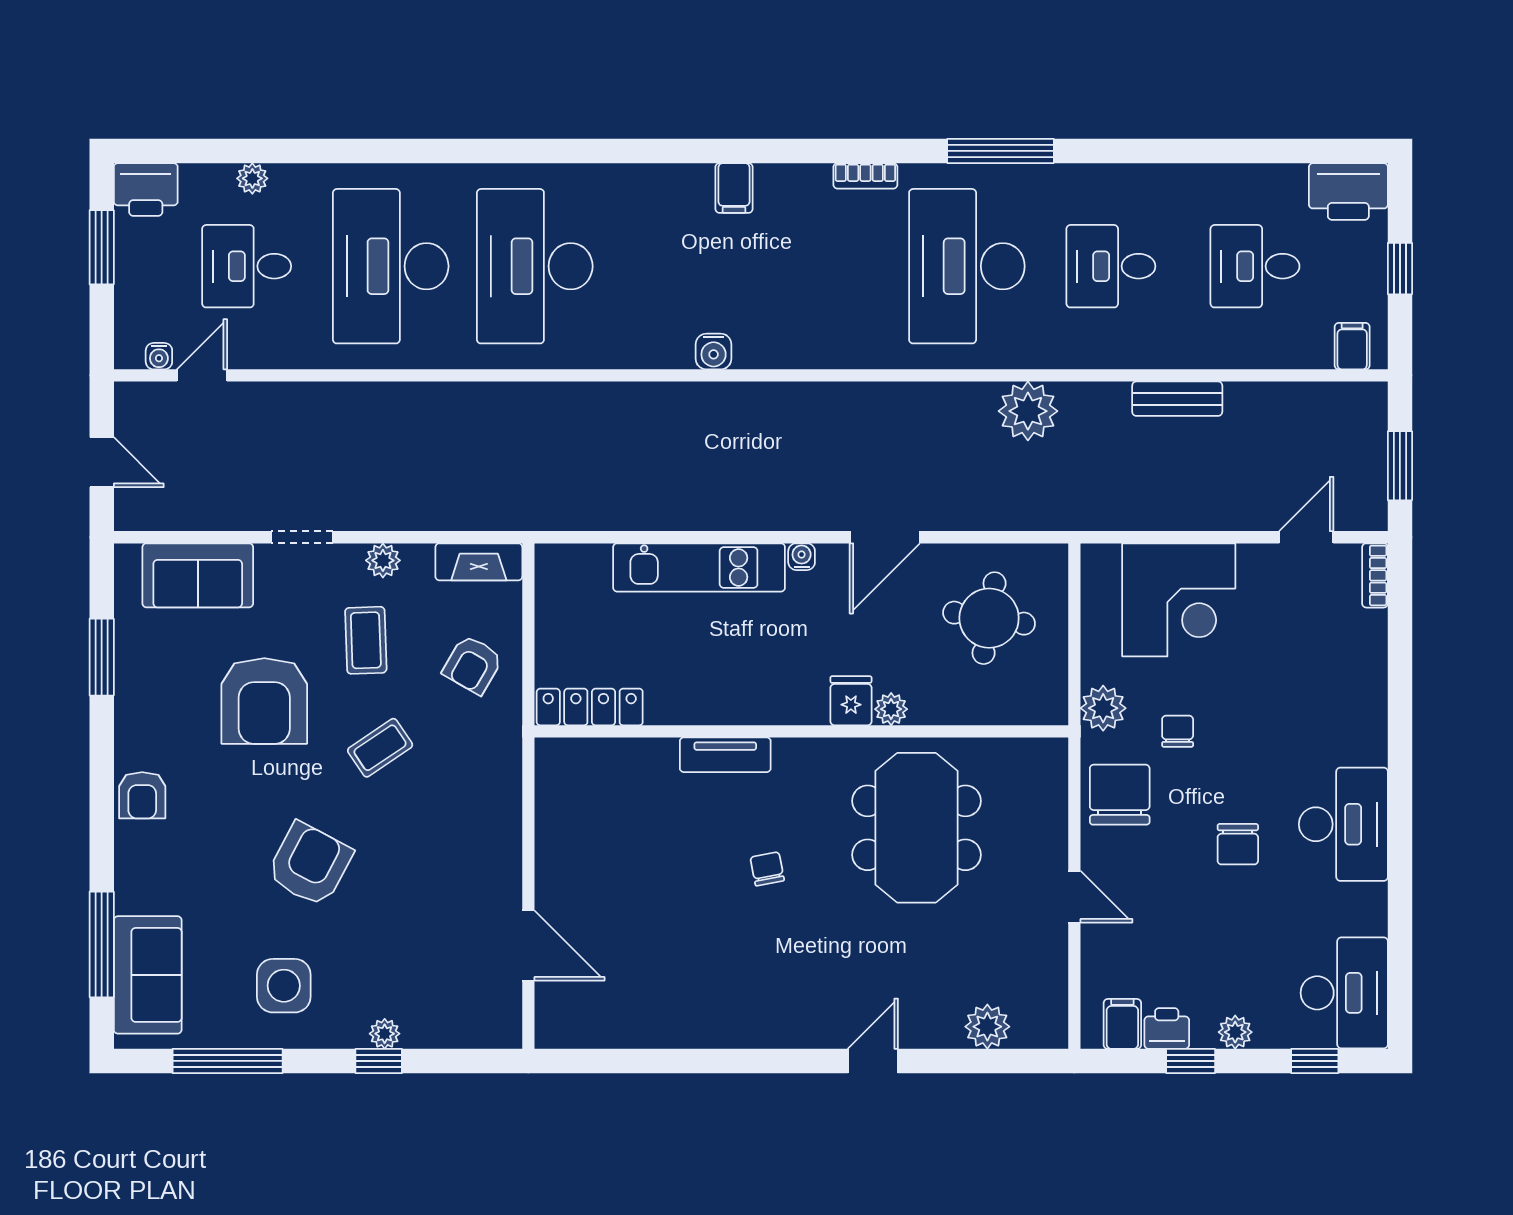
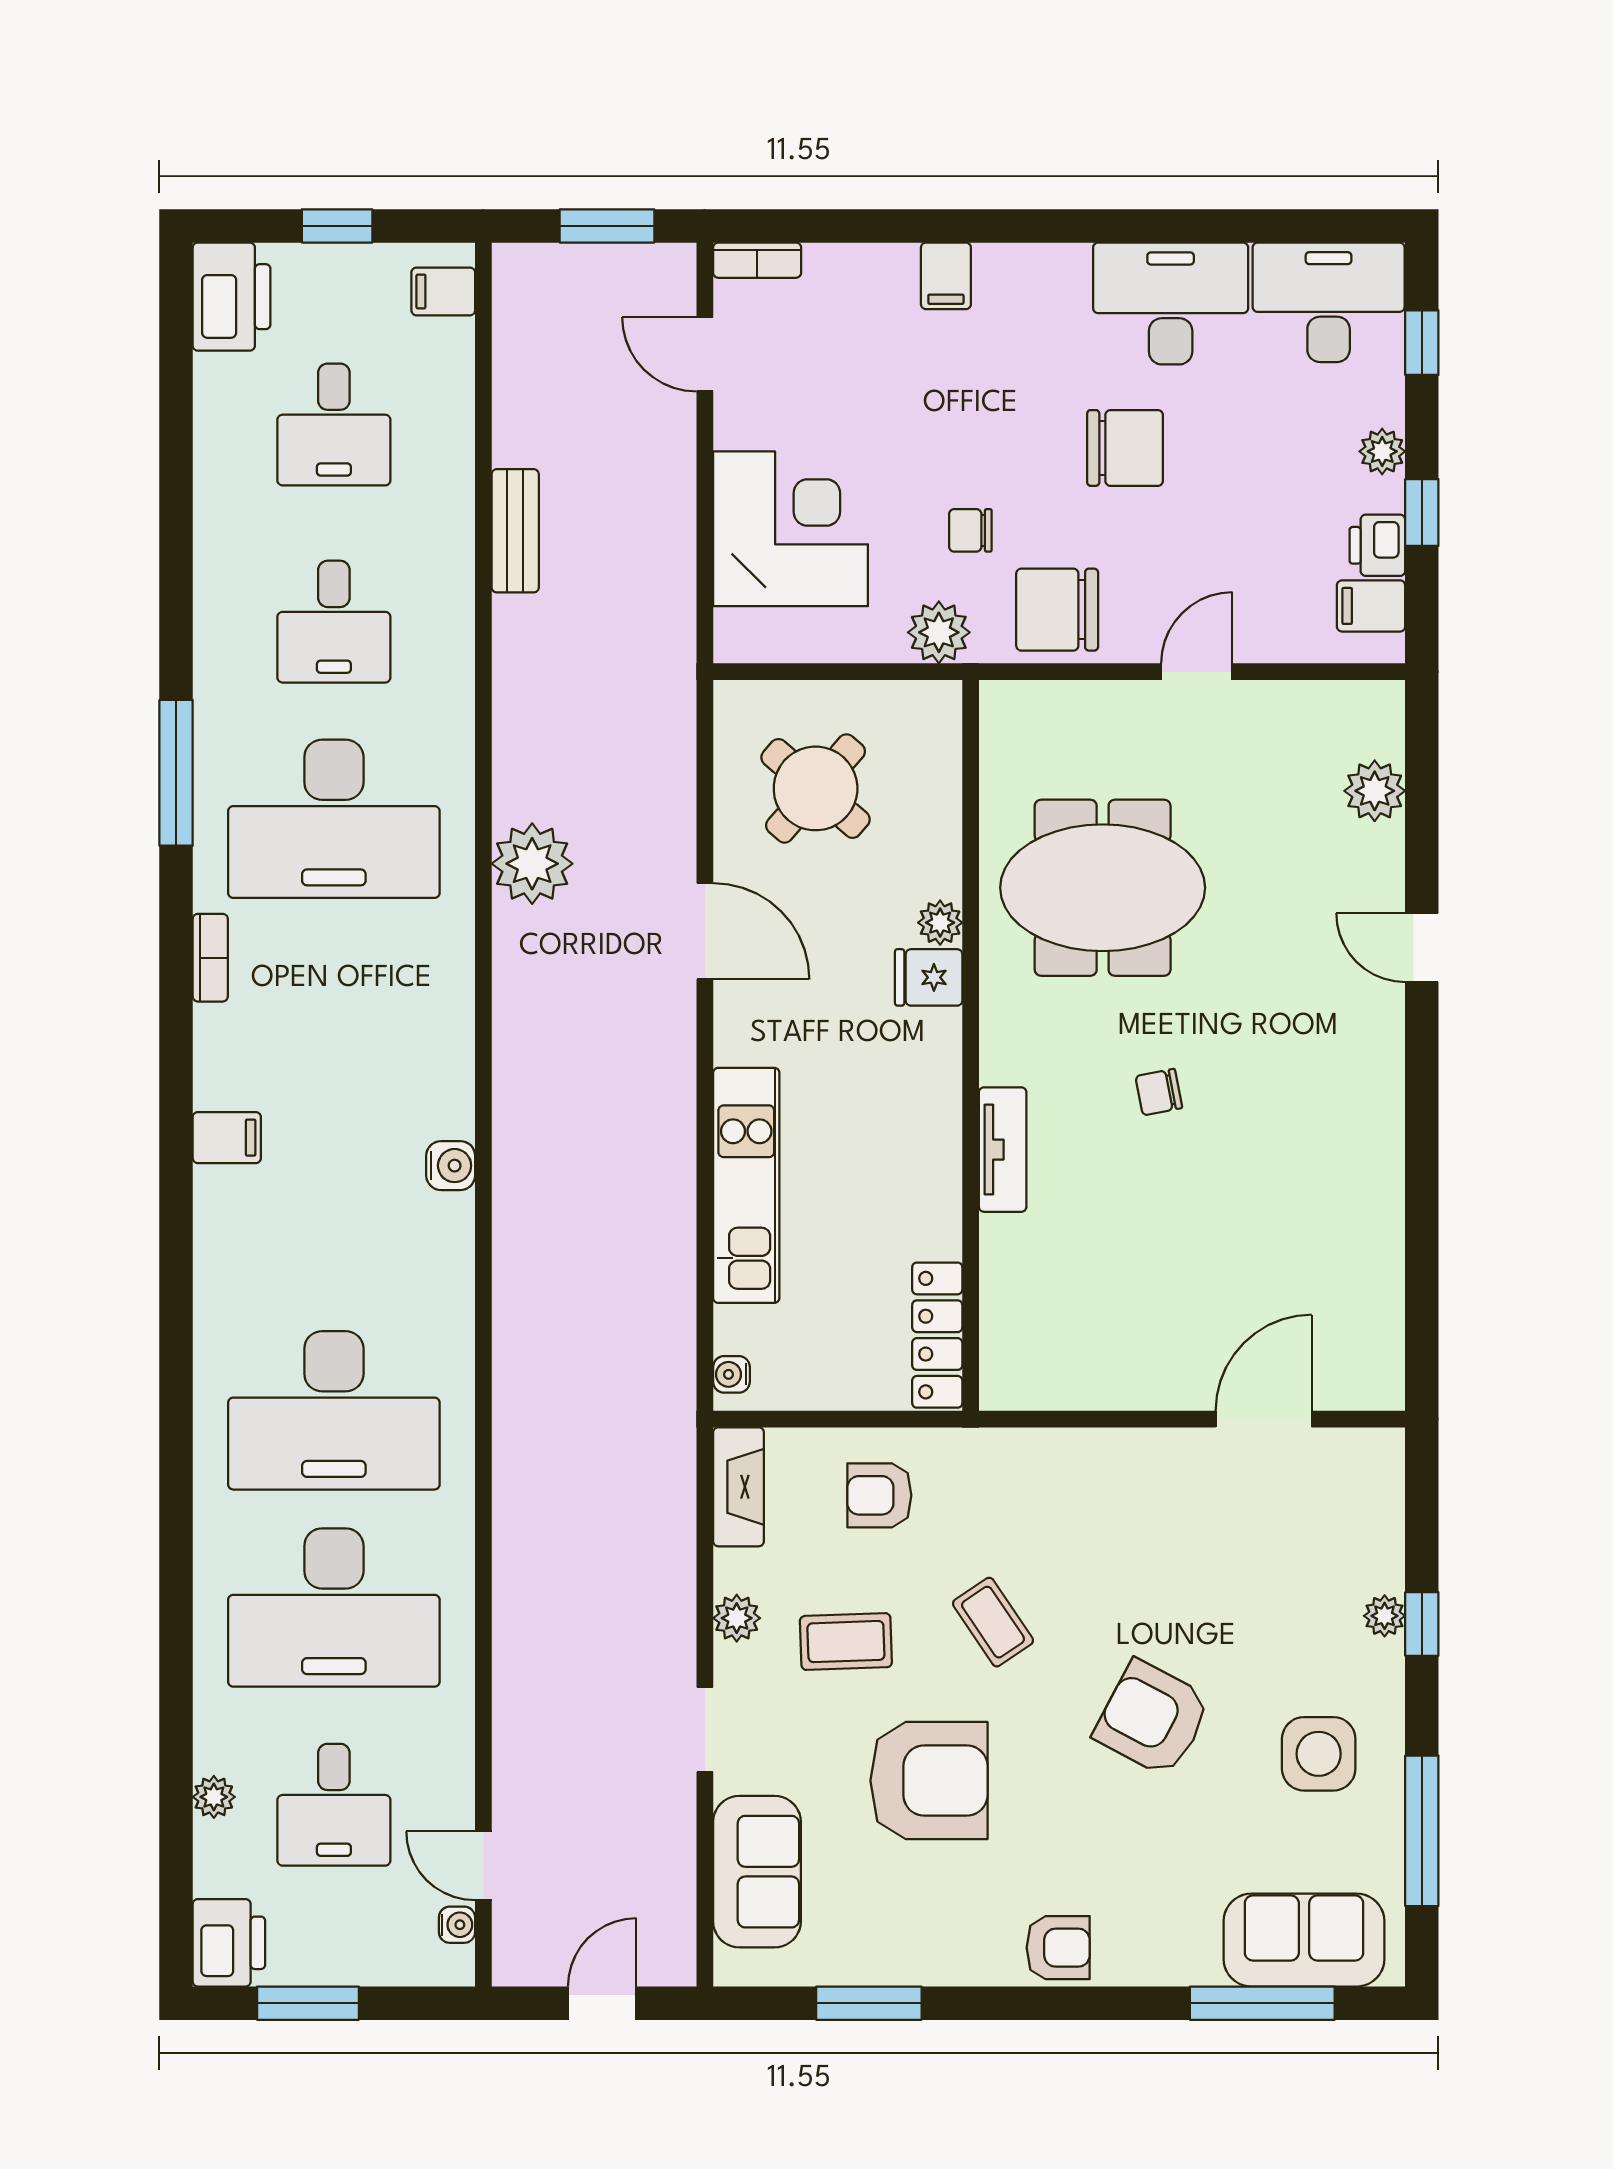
plant: (1028, 411) -> (532, 864), moved
water cooler: (802, 557) -> (731, 1374), moved
round table: (989, 618) -> (816, 788), turned 32
armchair: (473, 665) -> (879, 1495), turned 150
filing cabinet: (1363, 713) -> (946, 276), added
desk: (1343, 824) -> (1171, 304), moved
chair: (1238, 844) -> (1125, 448), width x1.37, depth x1.37

